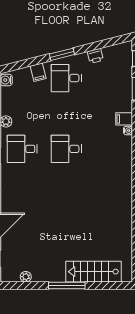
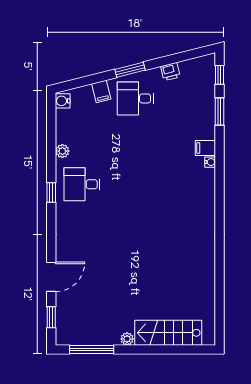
desk: (66, 149) -> (135, 184), removed
plant: (26, 277) -> (127, 339), moved
window: (67, 285) -> (92, 349), moved

